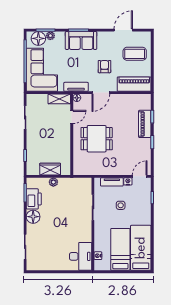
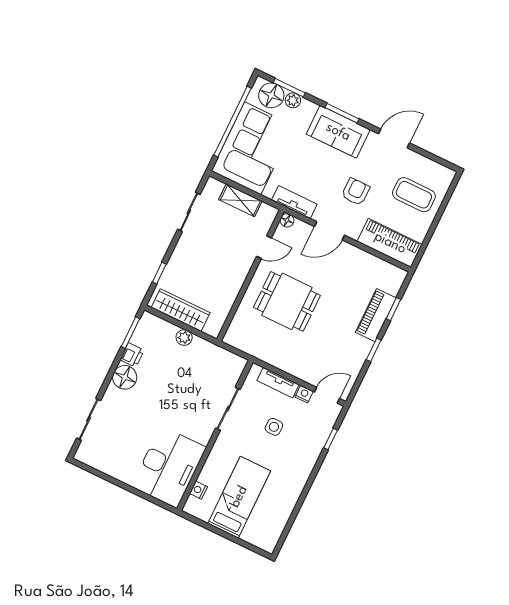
door: (123, 30) -> (394, 138), moved
shelving: (59, 99) -> (240, 200), moved
wardrobe: (50, 169) -> (181, 310), width x1.50
printer: (34, 199) -> (132, 355), width x0.53, depth x0.68
bed: (141, 248) -> (273, 511), removed
desk: (81, 256) -> (169, 467), width x1.36, depth x1.30

